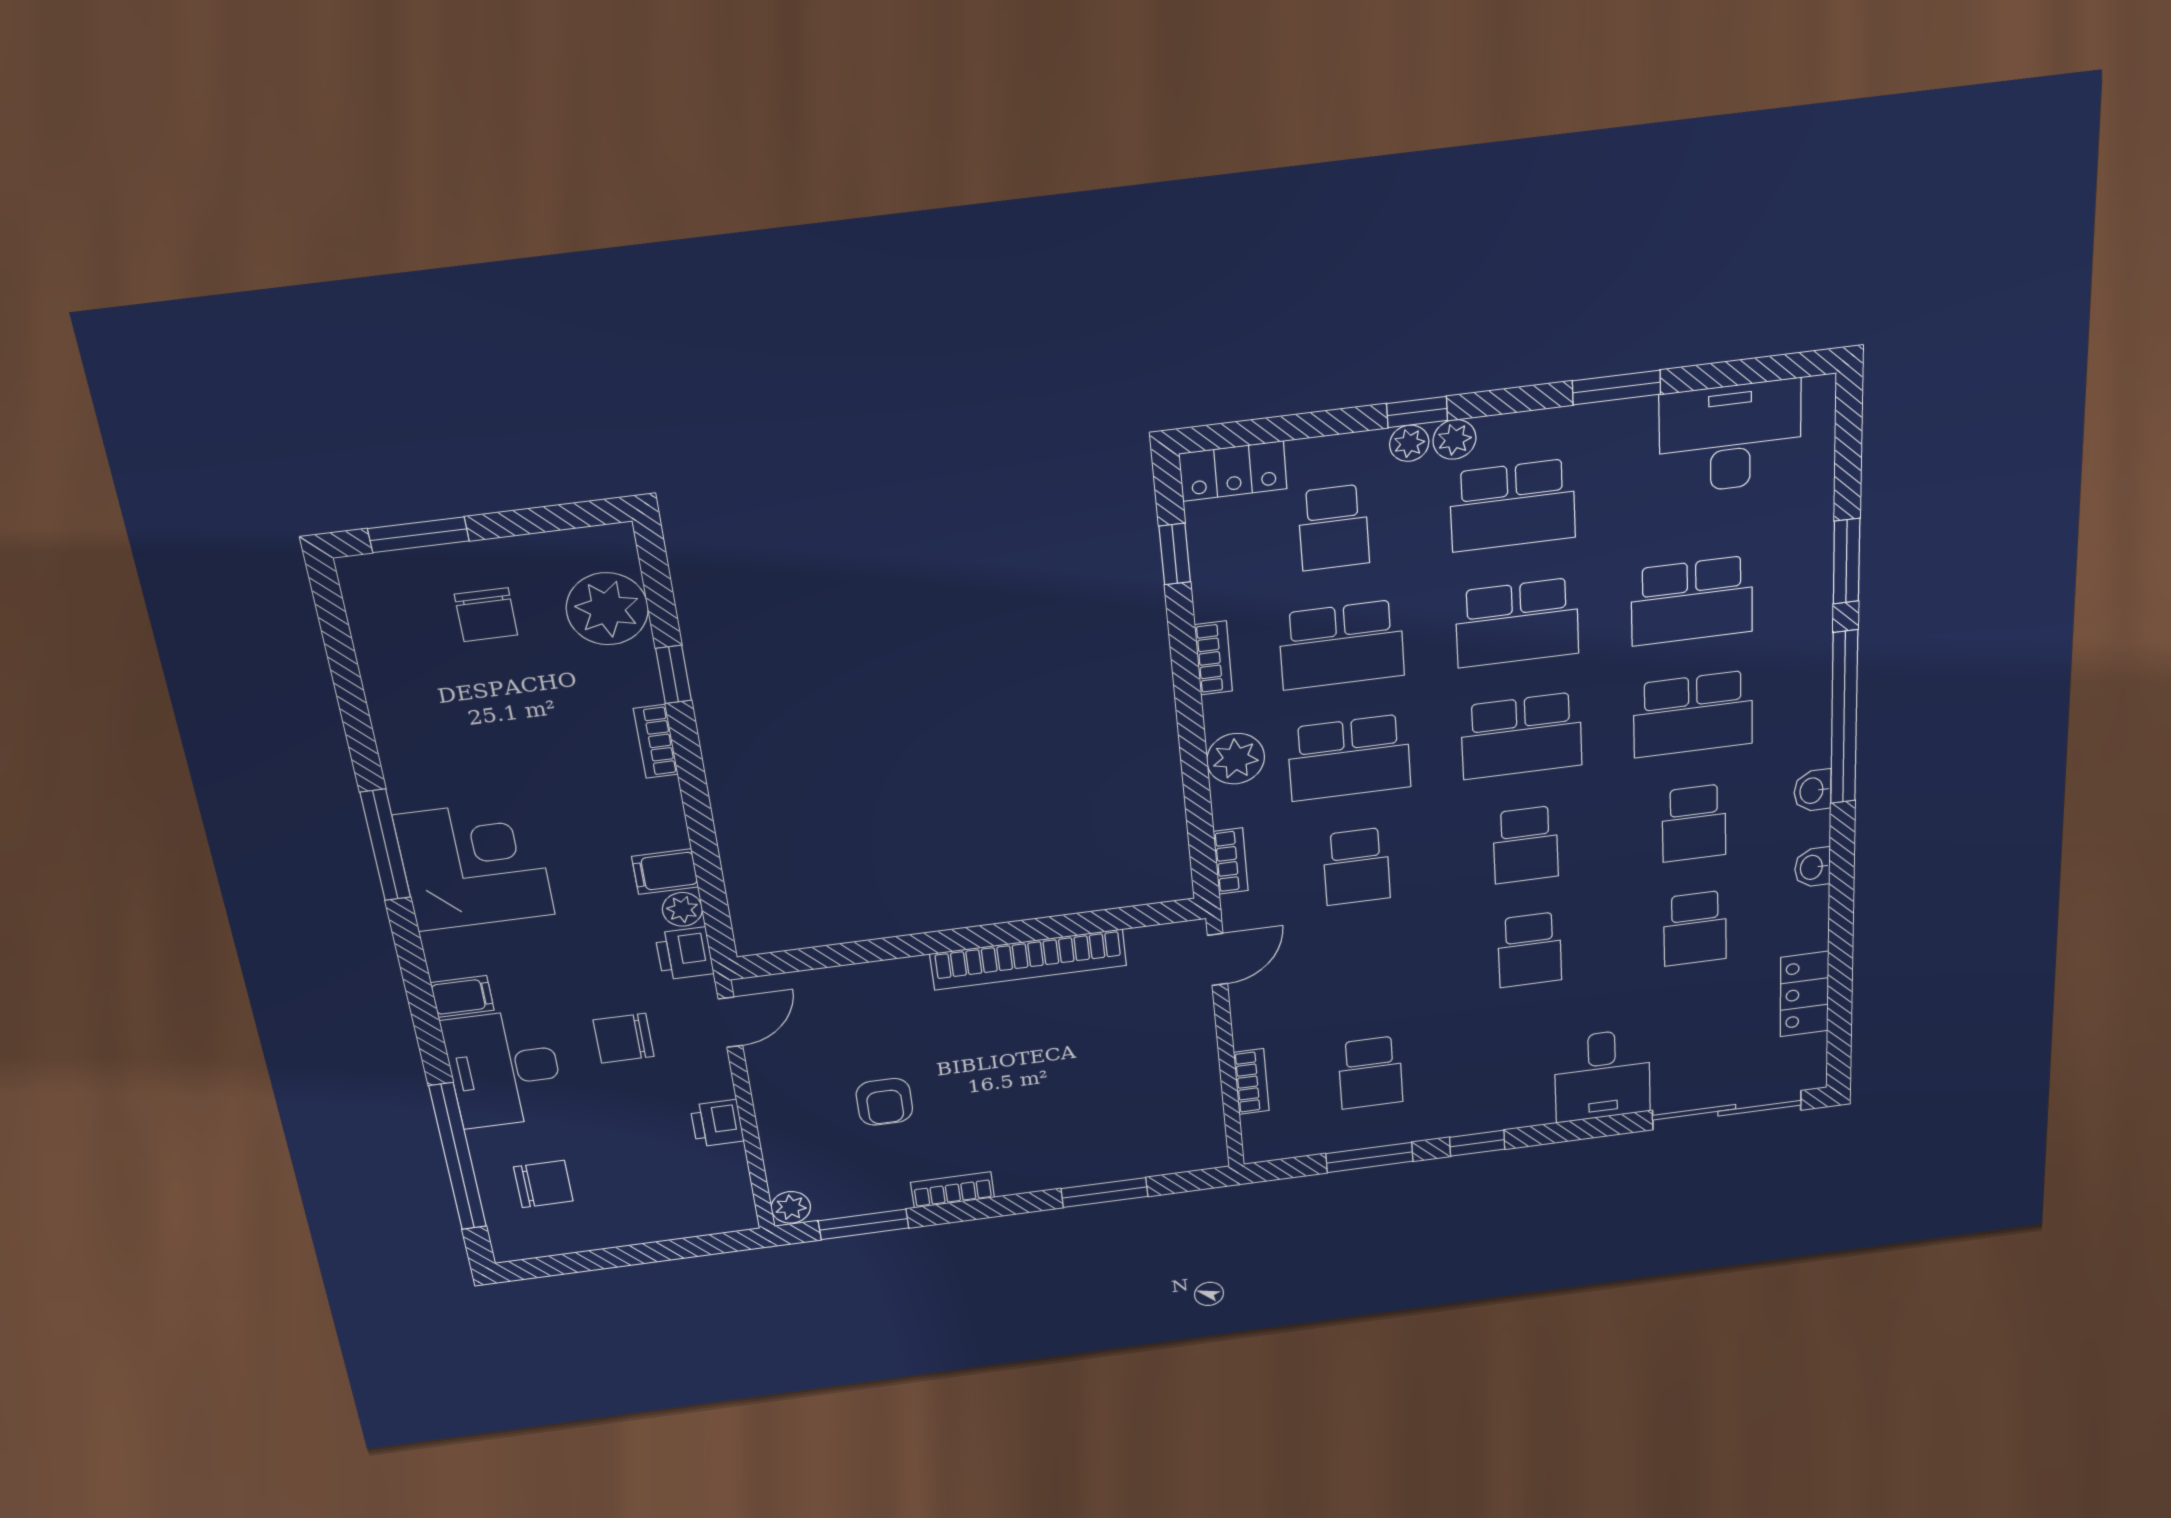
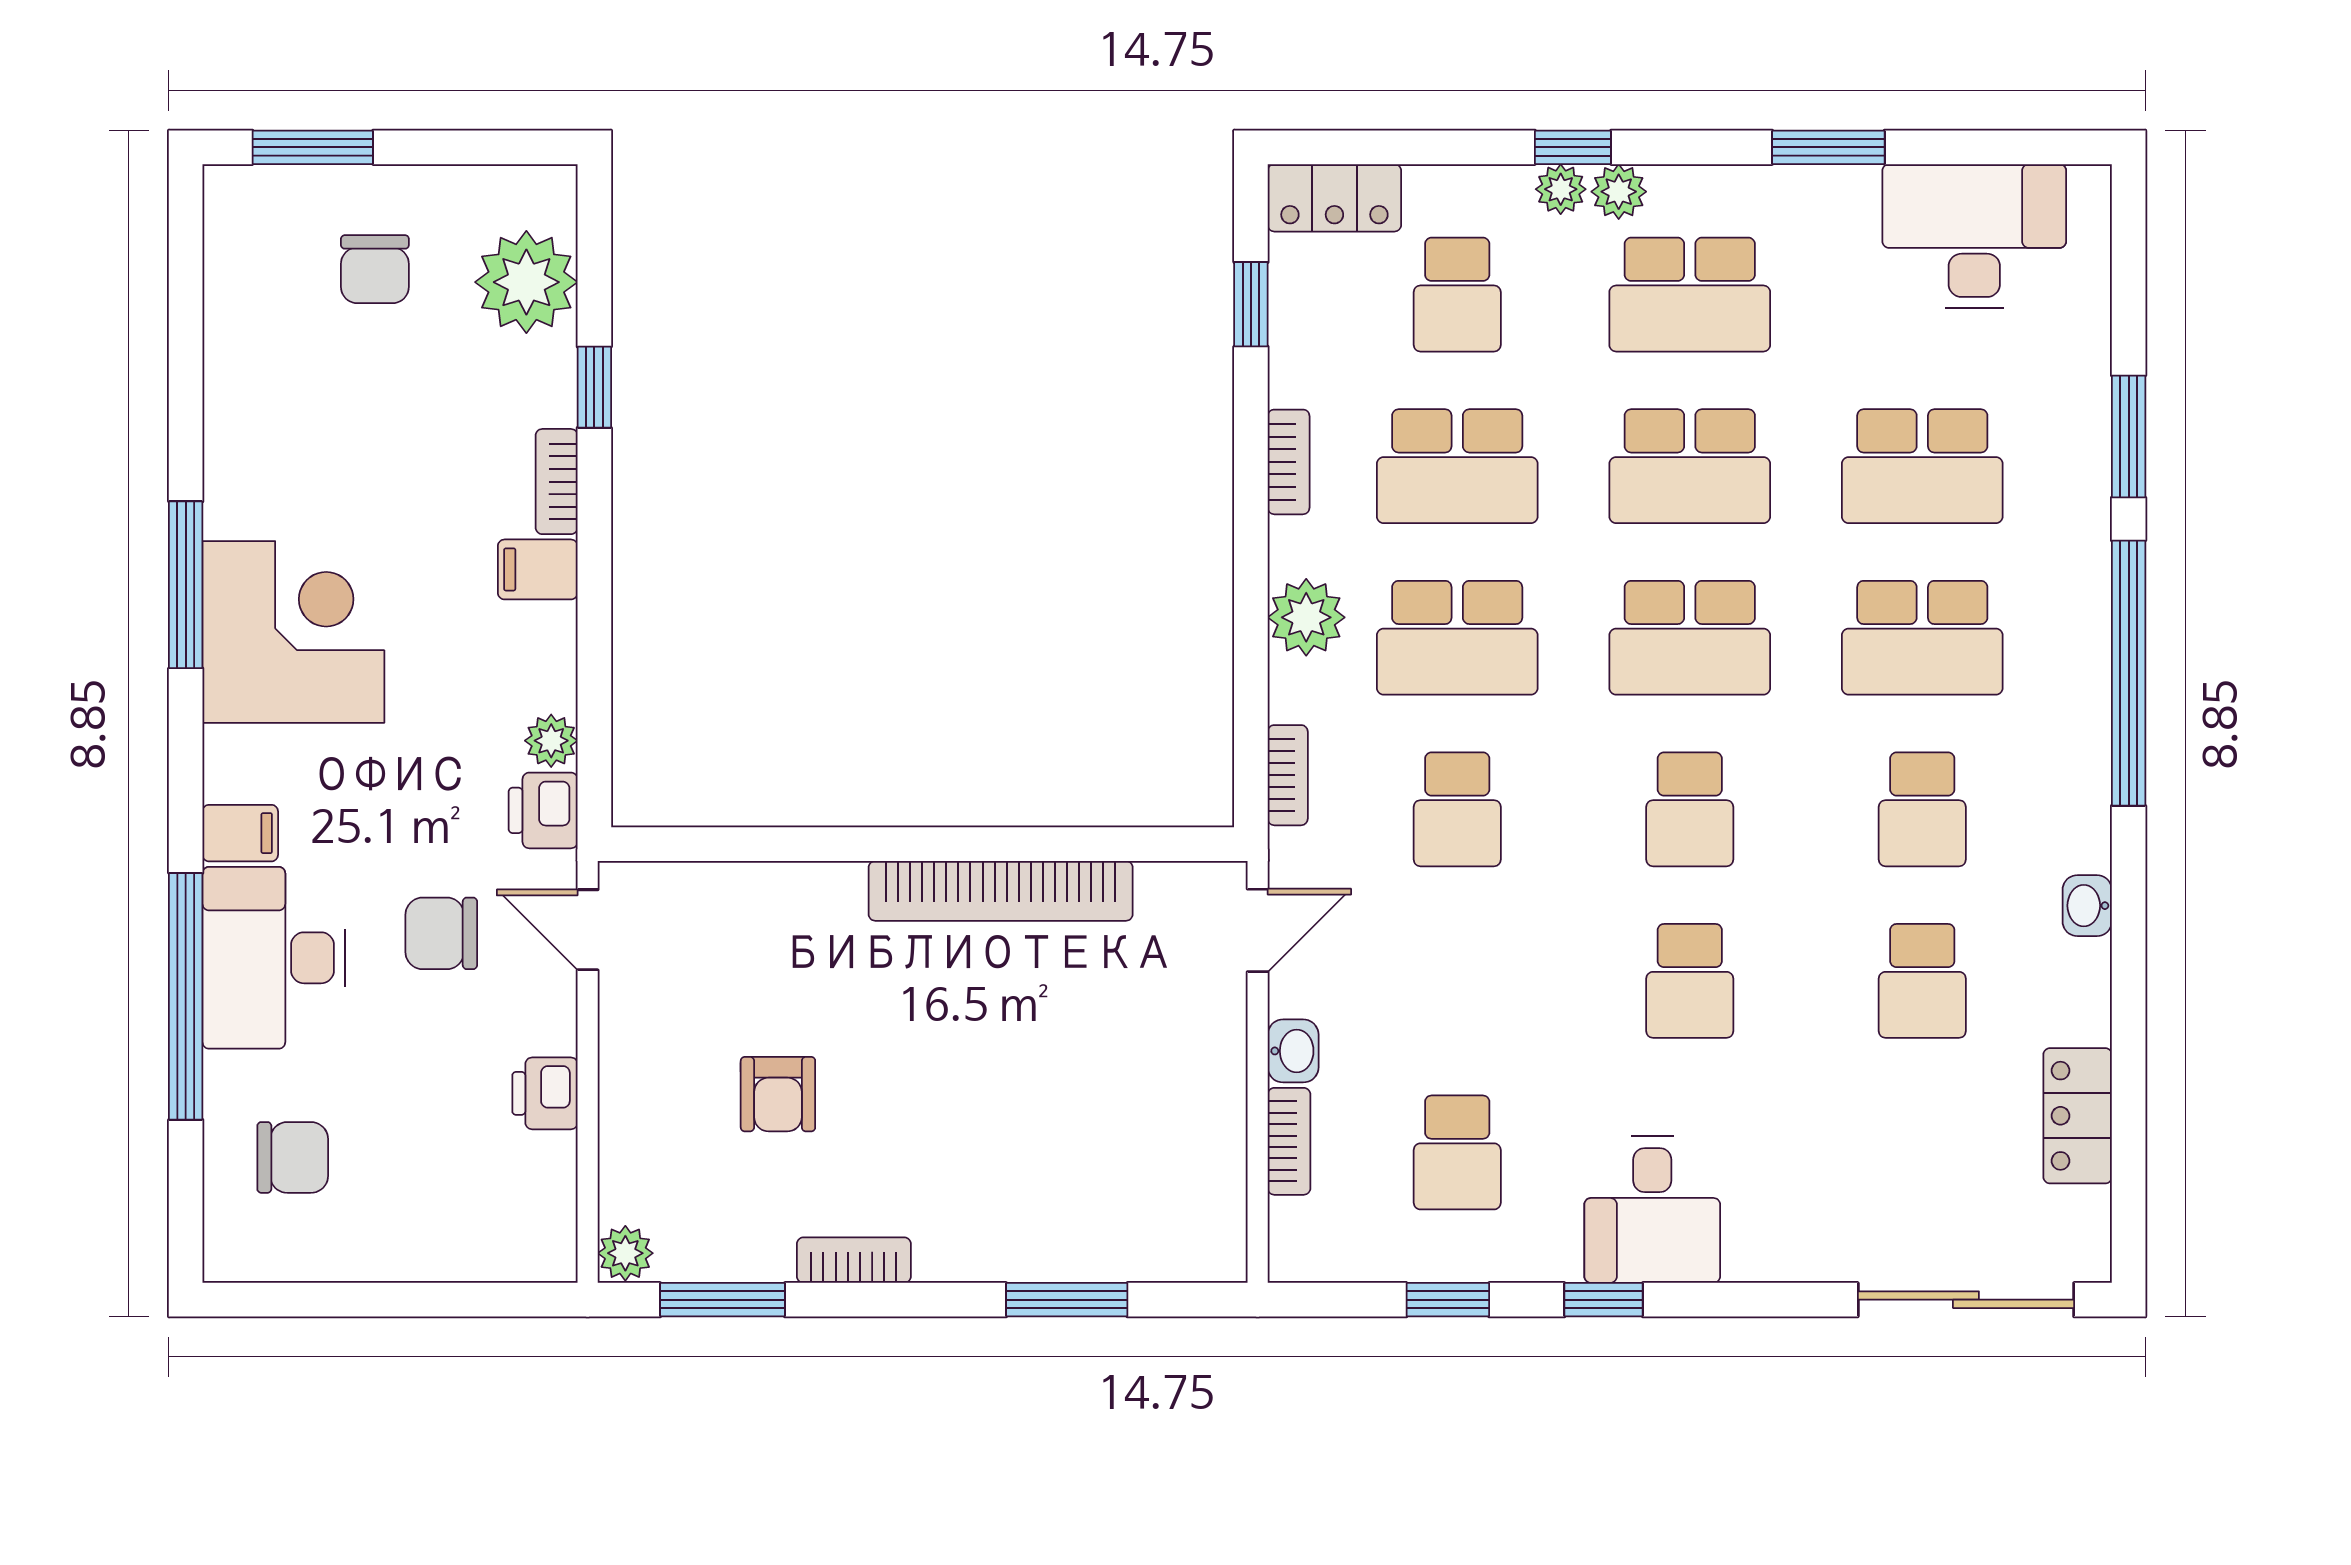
washbasin: (1813, 791) -> (1293, 1051), moved, turned 180
filing cabinet: (665, 872) -> (538, 569), moved
door: (730, 1022) -> (588, 930), swing flipped
desk: (1602, 1075) -> (1652, 1210), moved
window: (458, 1157) -> (186, 996), moved
window: (1369, 1157) -> (1448, 1300), width x0.67

